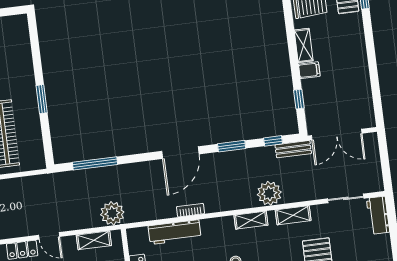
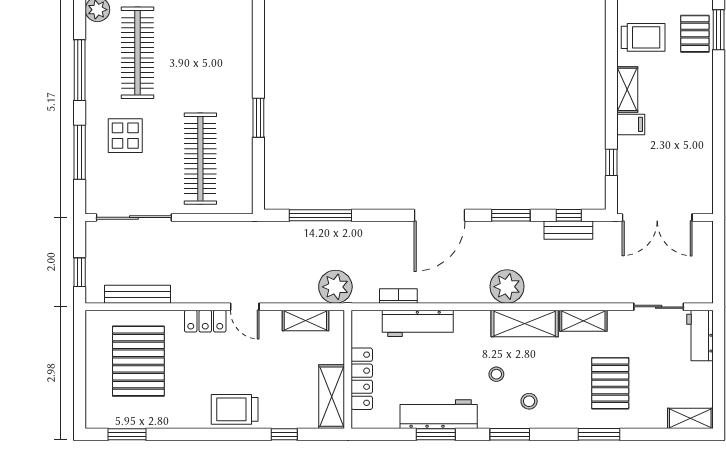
bench: (293, 149) -> (568, 230), moved
plant: (269, 193) -> (507, 287), moved
bookcase: (190, 210) -> (398, 296), moved
shelving: (251, 220) -> (525, 324), width x1.50, depth x1.33

